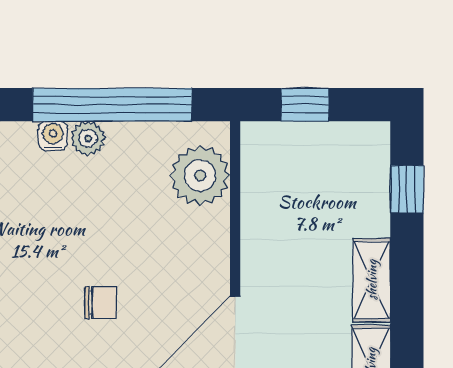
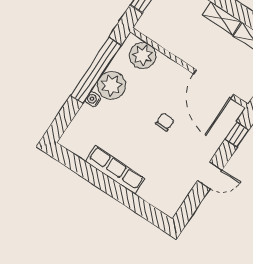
plant: (88, 138) -> (111, 85), width x1.87, depth x1.87

